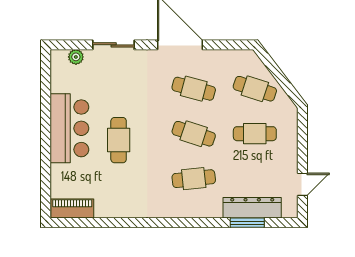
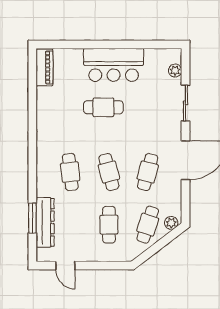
plant: (253, 61) -> (171, 223), added
cafe table: (194, 134) -> (109, 172), turned -33

